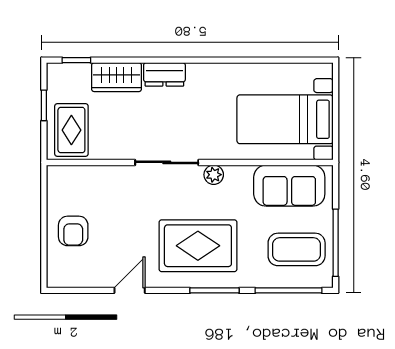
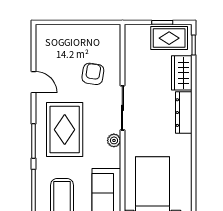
dresser: (164, 74) -> (184, 113), width x1.44
rug: (71, 130) -> (169, 38), moved
armchair: (73, 231) -> (93, 74), moved, turned 99

